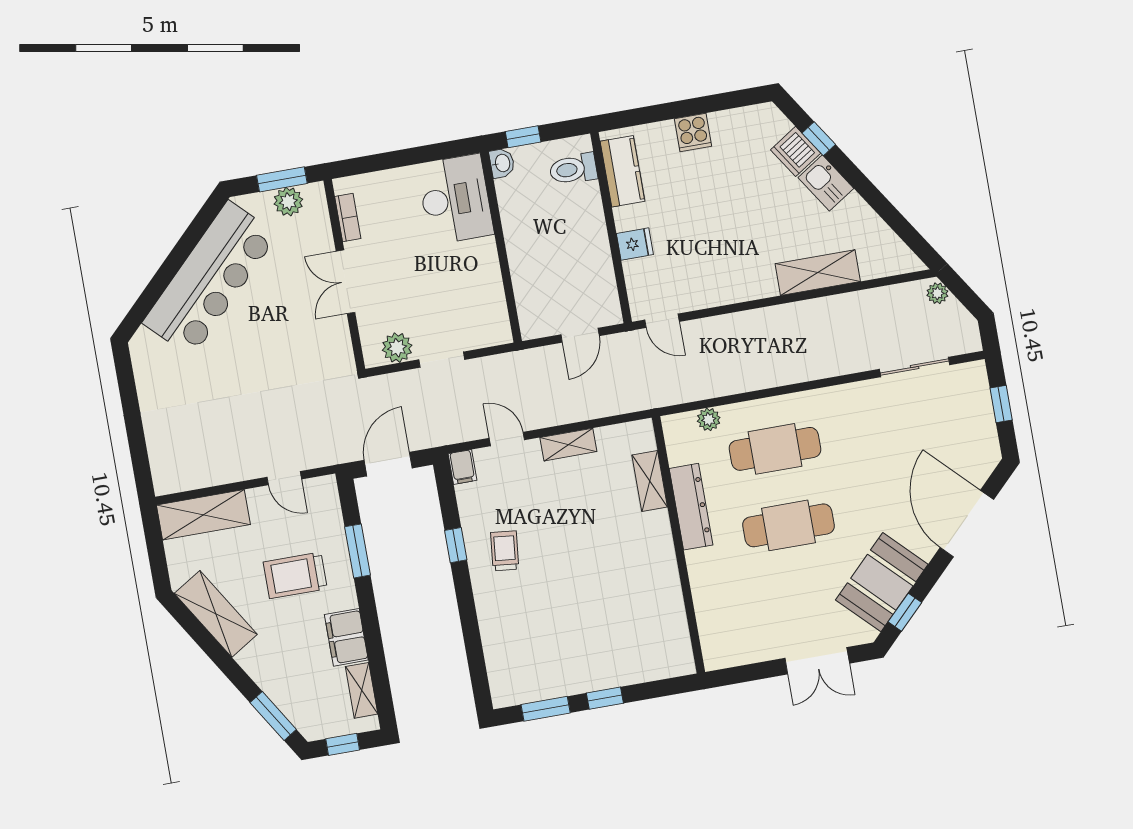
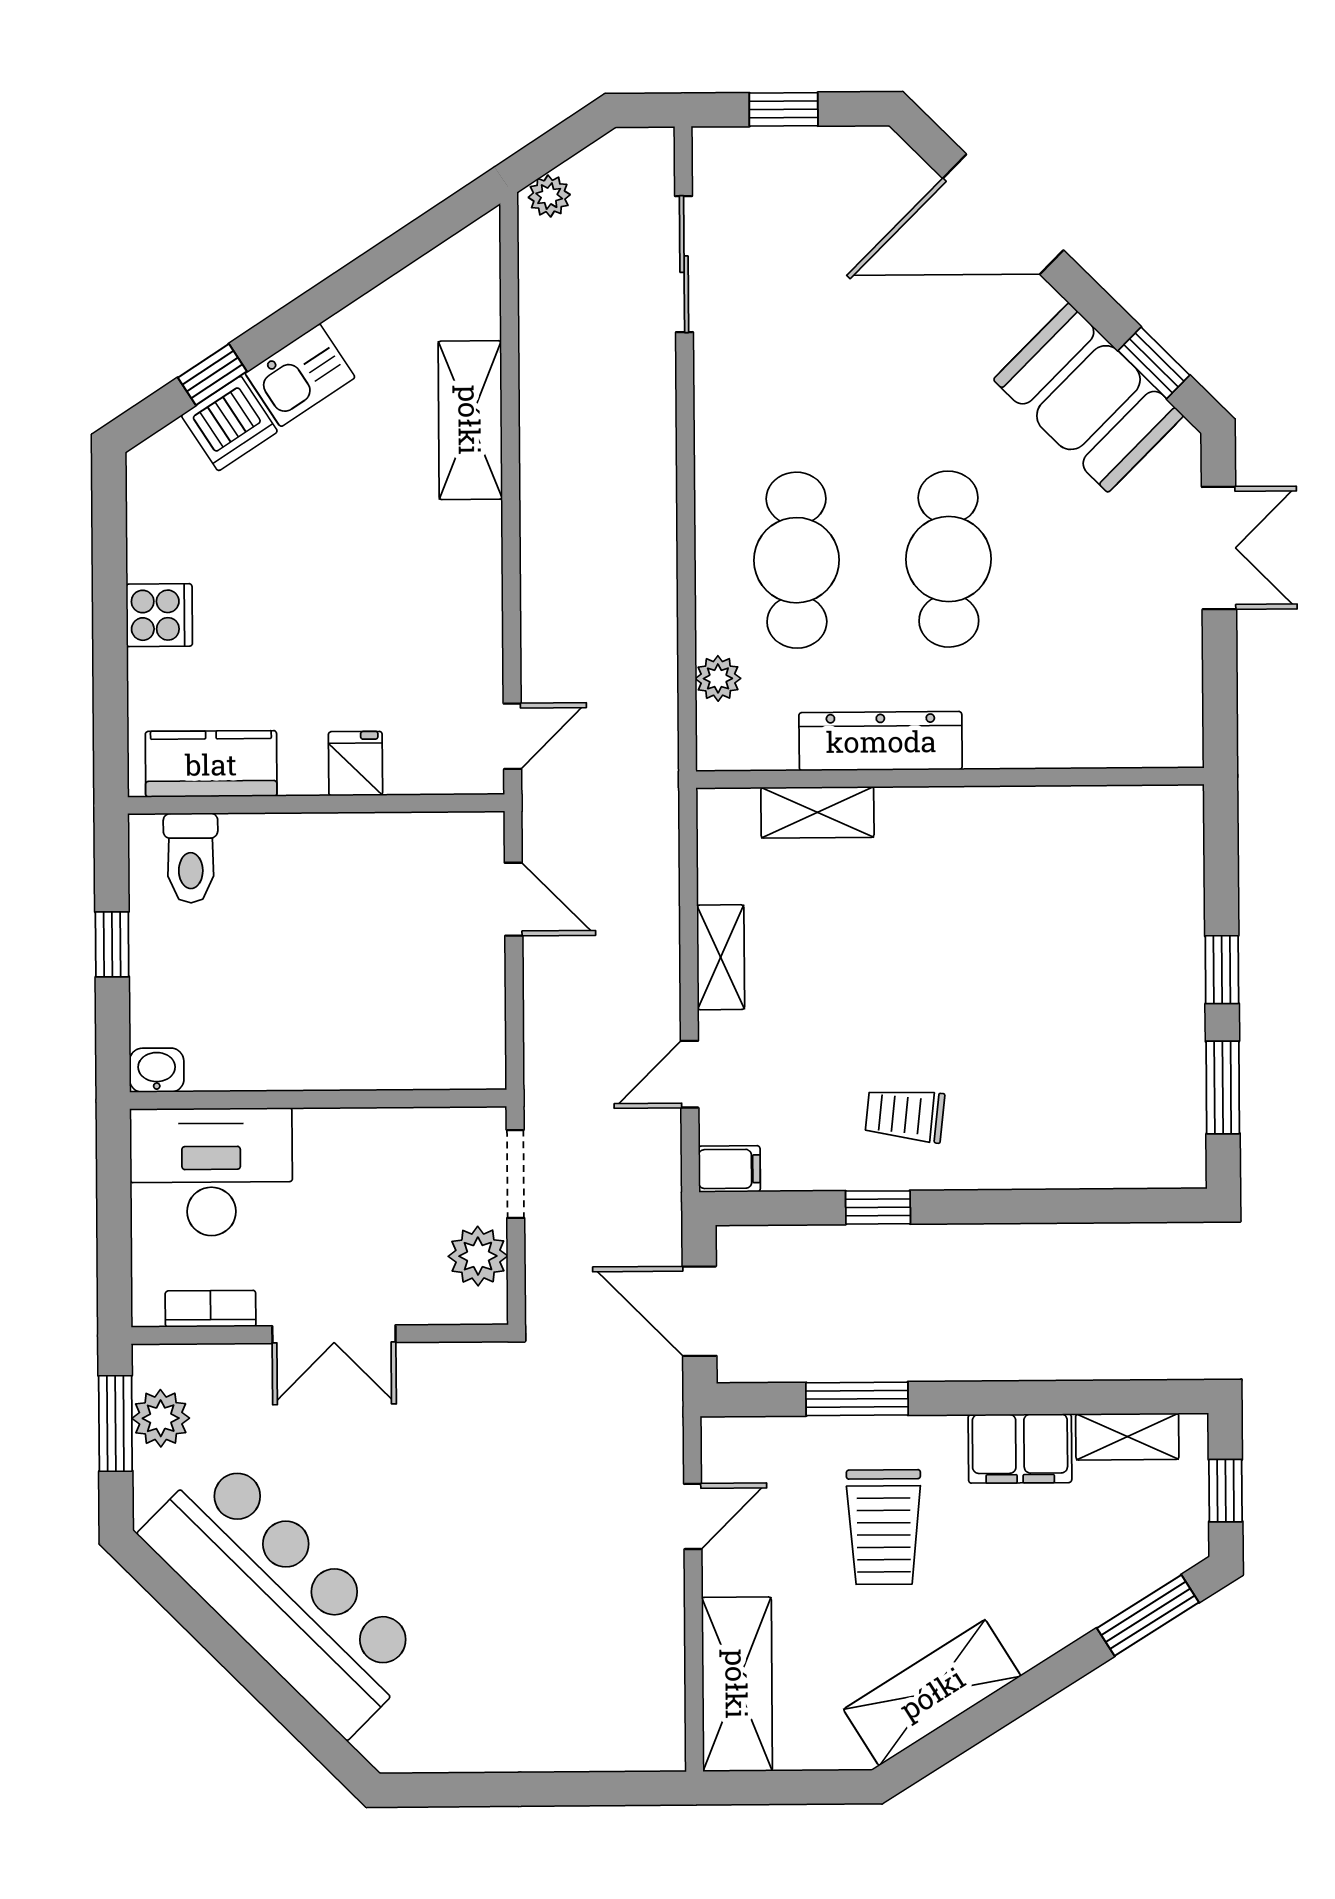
washbasin: (502, 163) -> (157, 1070), moved
desk: (455, 199) -> (211, 1172), moved
wall: (501, 247) -> (318, 1099), moved

